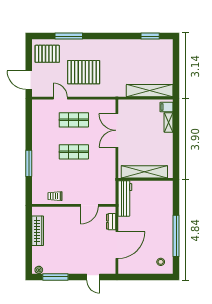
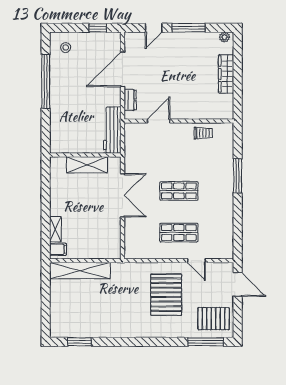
window: (69, 36) -> (206, 342), moved
pallet: (84, 72) -> (166, 295), turned 90
double door: (117, 130) -> (123, 195), moved
shelving: (144, 172) -> (87, 165), width x0.68
wardrobe: (38, 231) -> (226, 74), moved
window: (55, 277) -> (189, 28), moved
door: (93, 277) -> (154, 28), swing flipped
window: (136, 277) -> (98, 28), added

